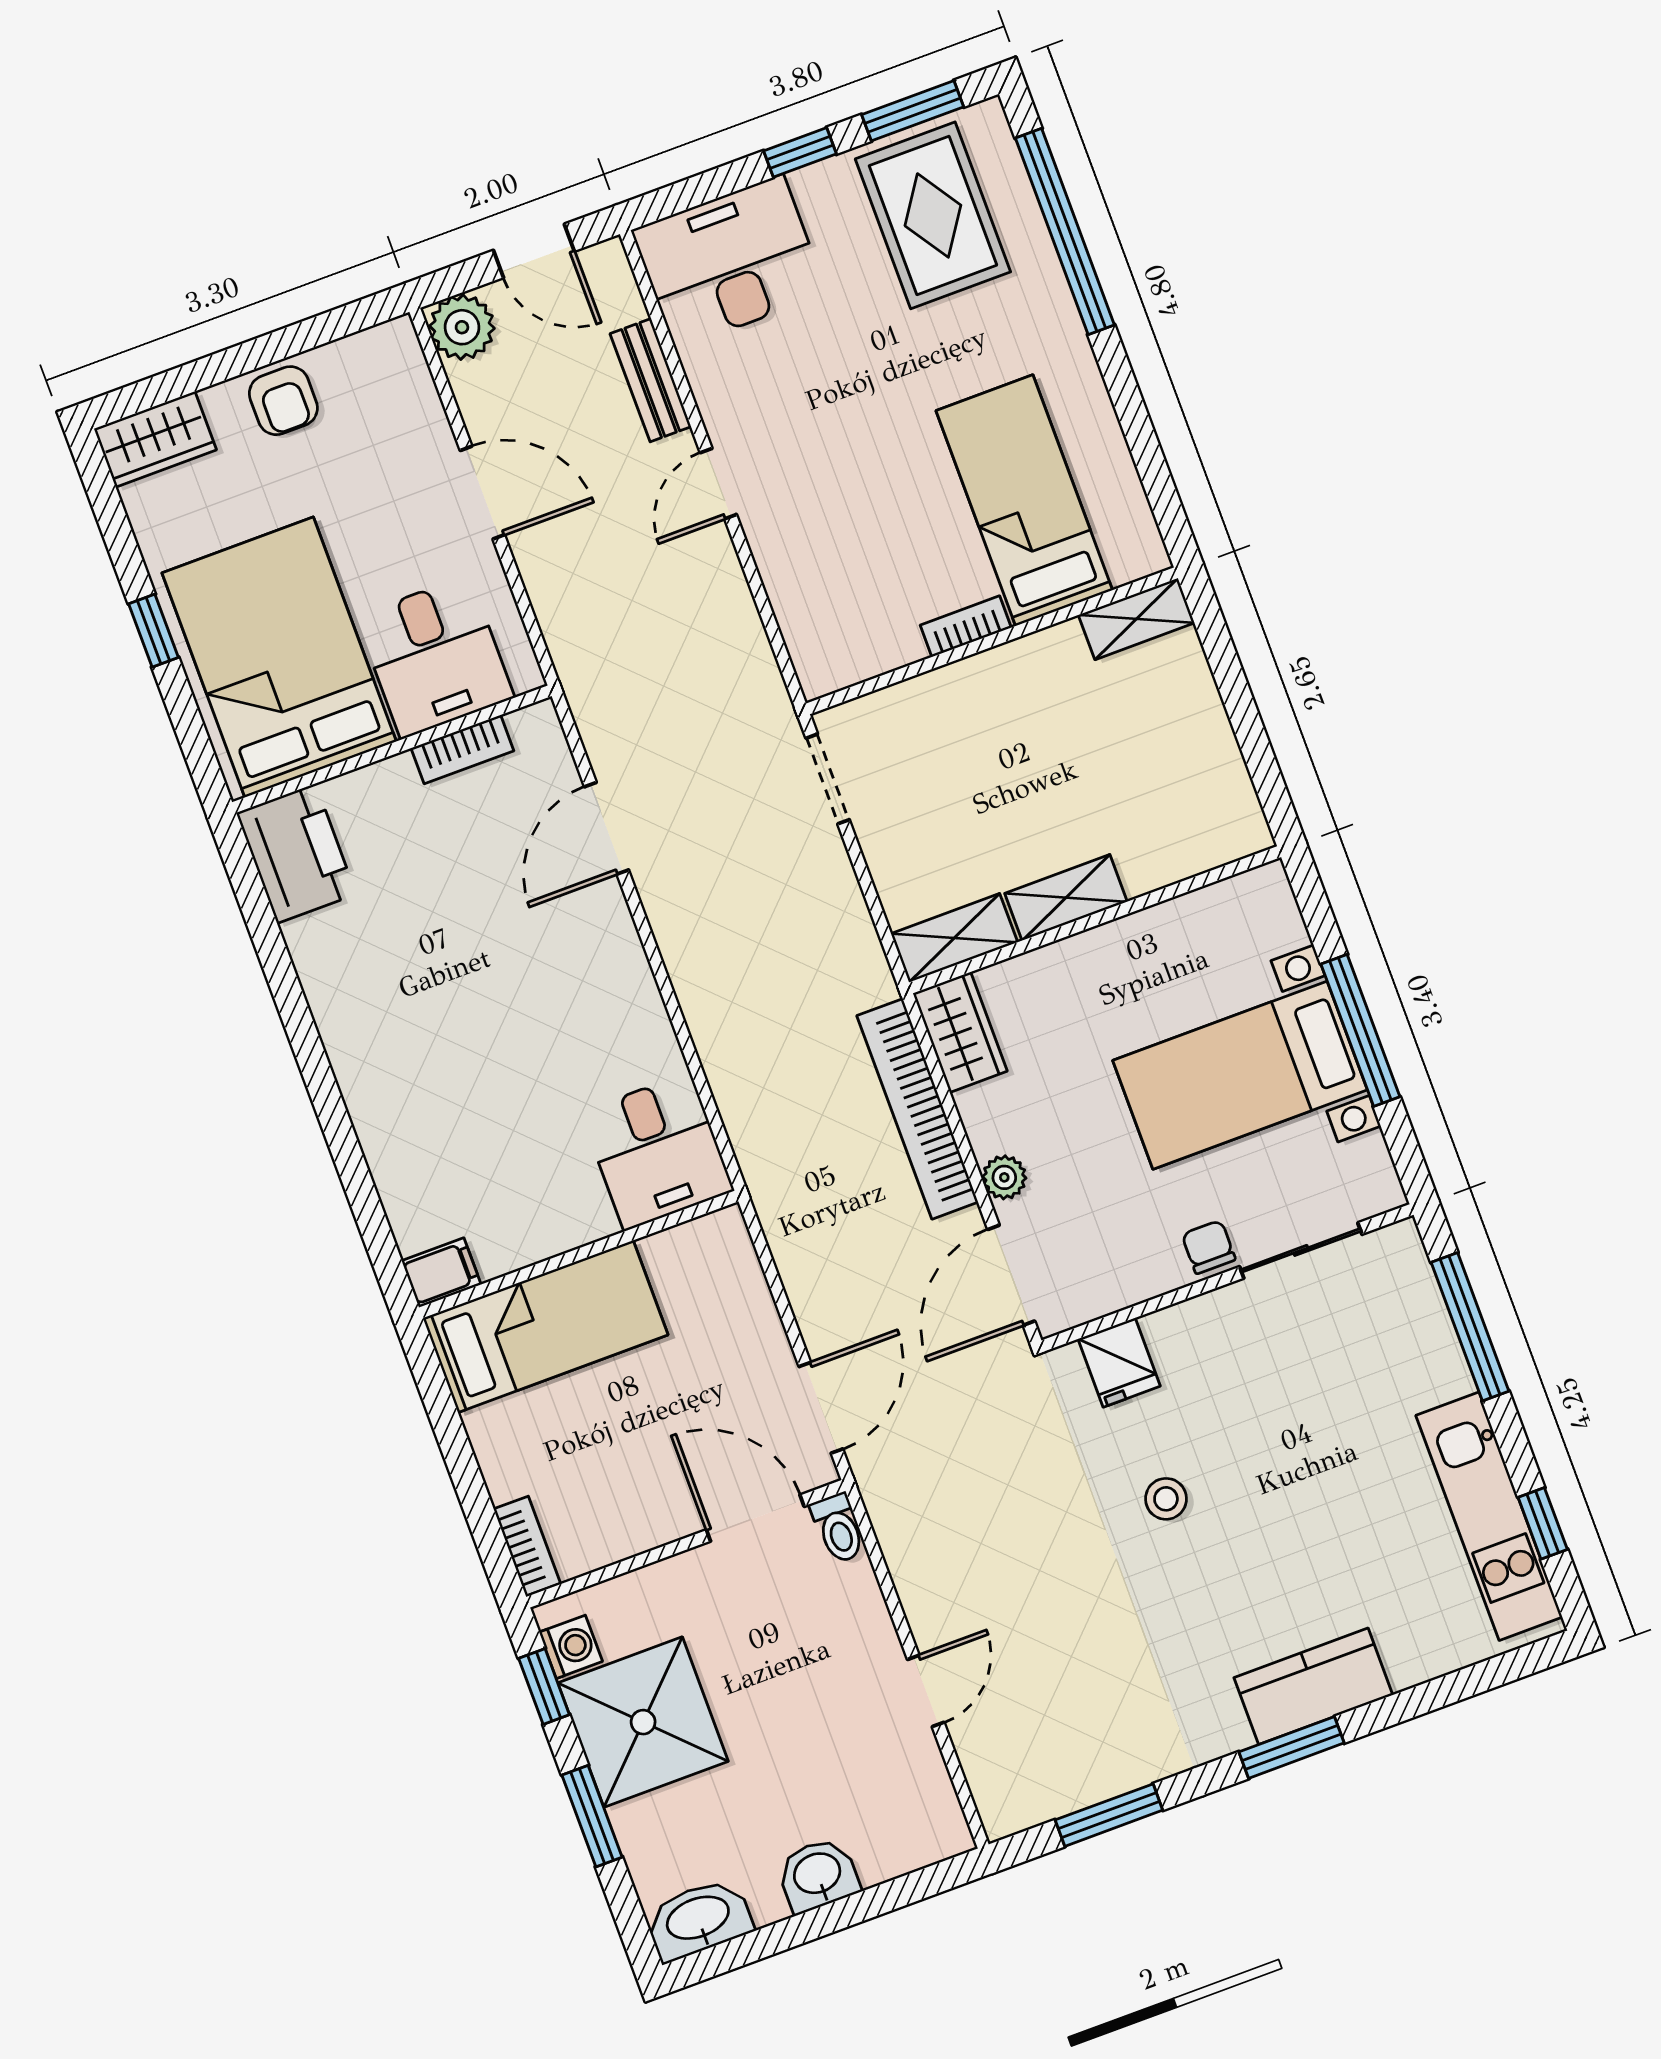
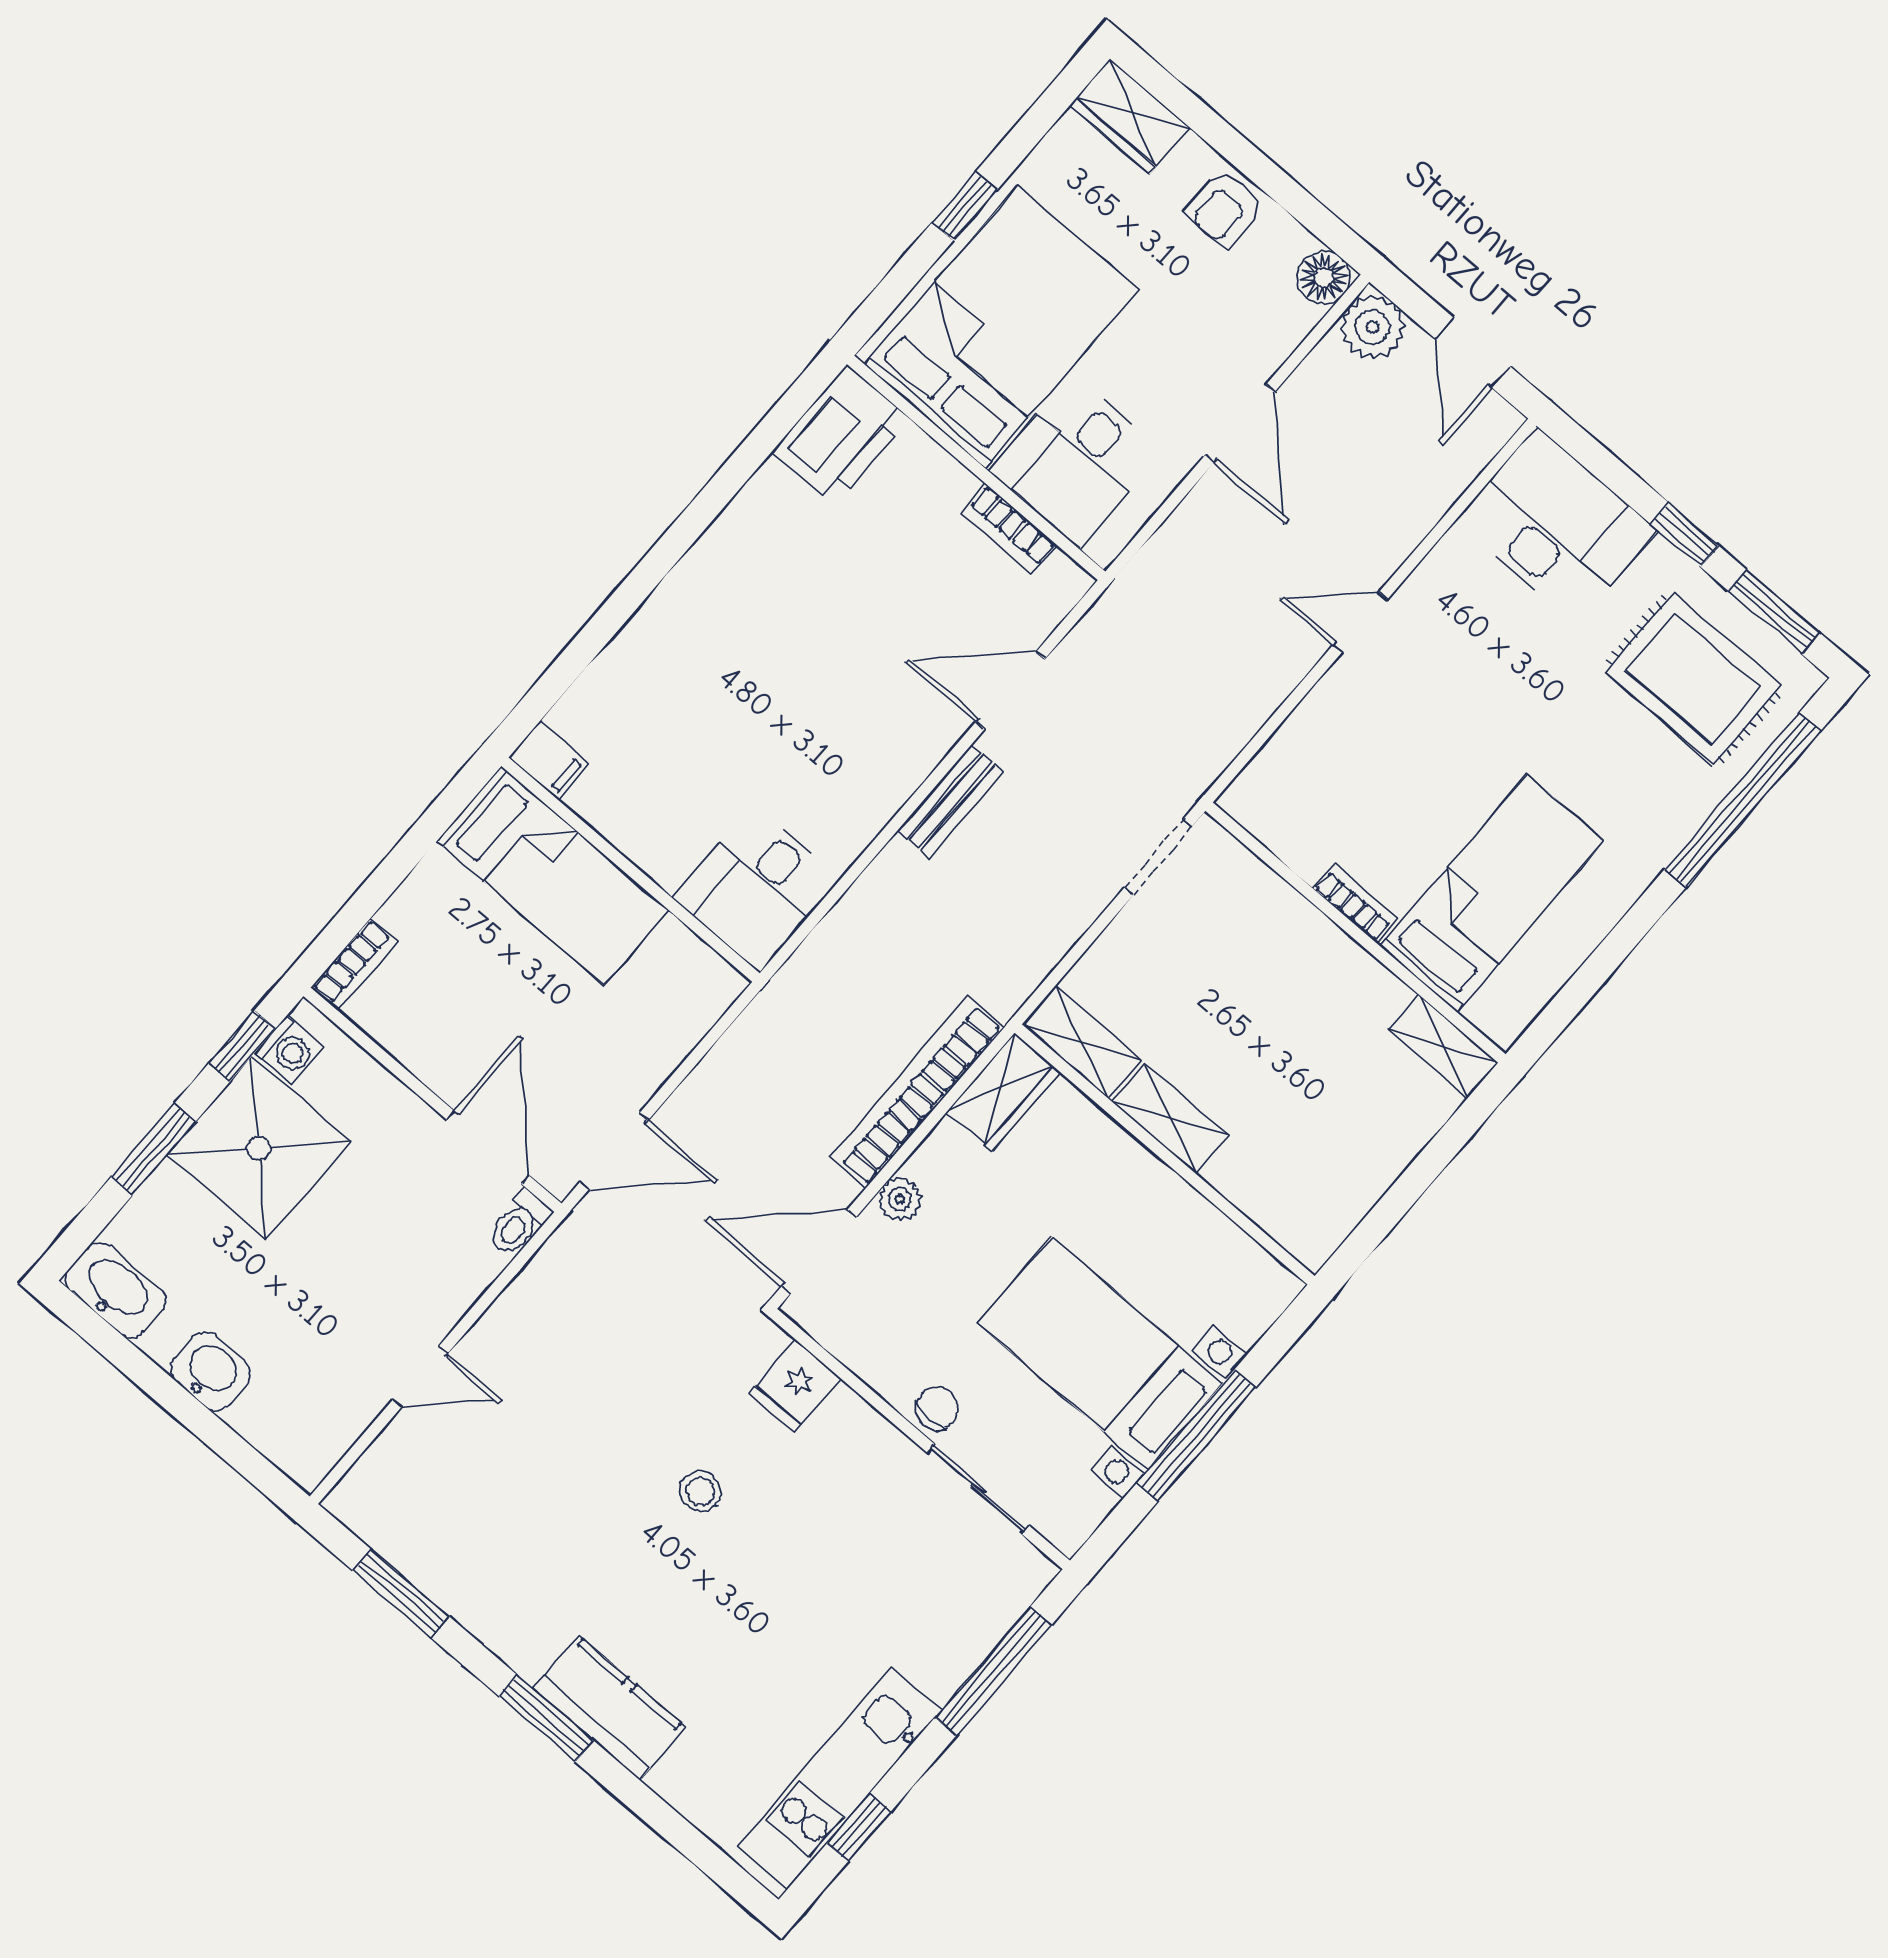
rug: (933, 215) -> (1693, 679), turned 90
floor lamp: (394, 346) -> (1323, 277), added
bench: (651, 380) -> (951, 801), moved

